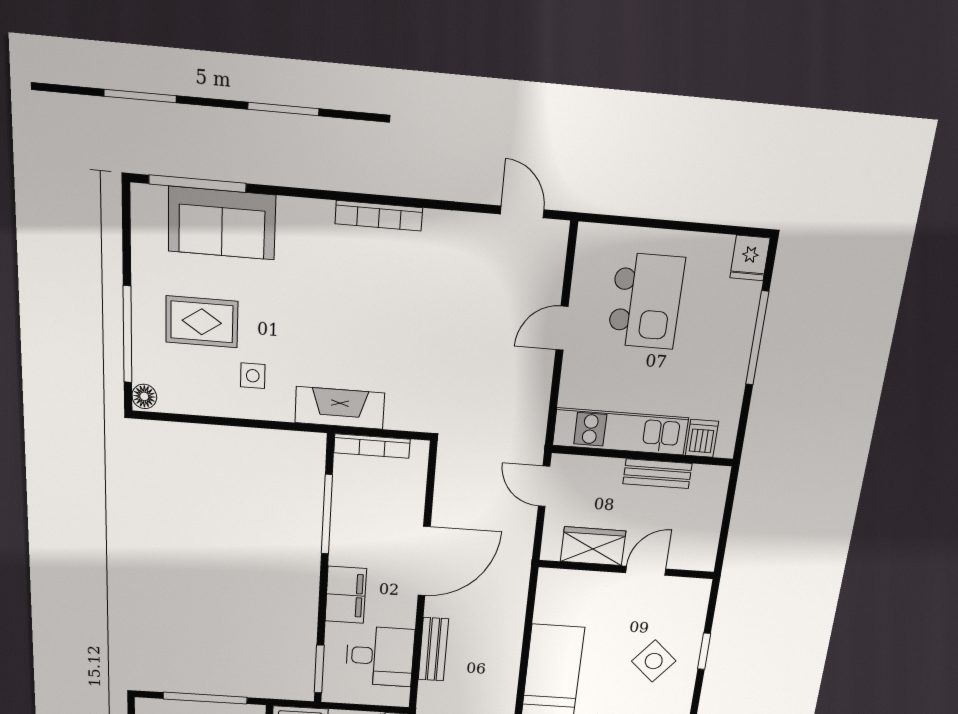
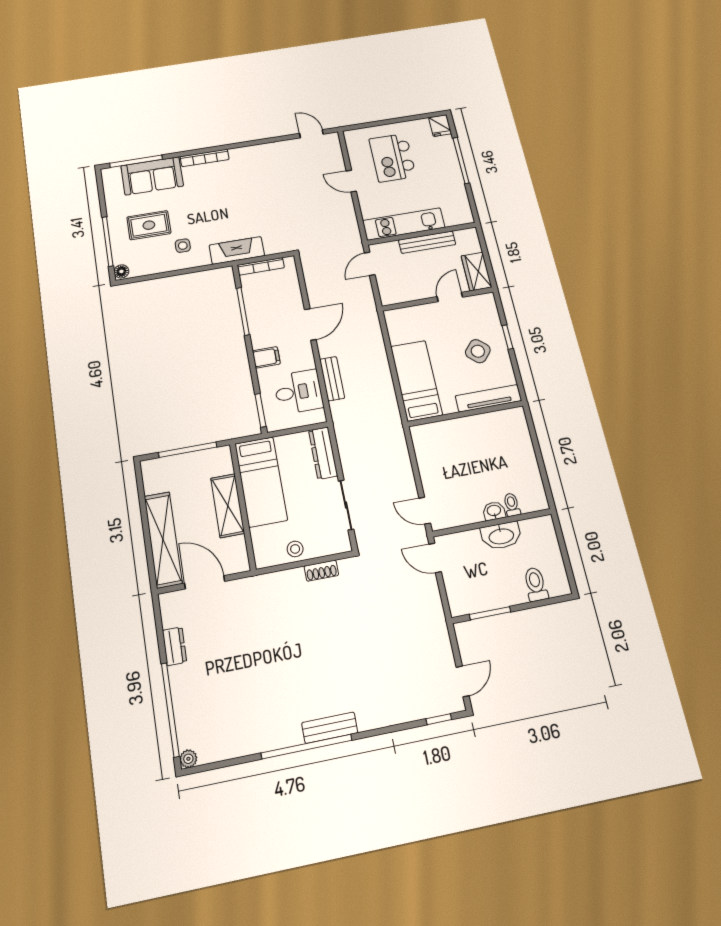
bookcase: (379, 216) -> (205, 158), moved
kitchen island: (646, 301) -> (392, 158), turned 180
door: (562, 328) -> (351, 181), hinge flipped
dishwasher: (702, 438) -> (452, 216), removed
bench: (657, 474) -> (427, 242), width x1.36
door: (544, 486) -> (370, 264), hinge flipped
wardrobe: (593, 546) -> (476, 272), moved, turned -90
door: (424, 561) -> (310, 324), width x0.73
filing cabinet: (346, 595) -> (266, 357), width x0.50

